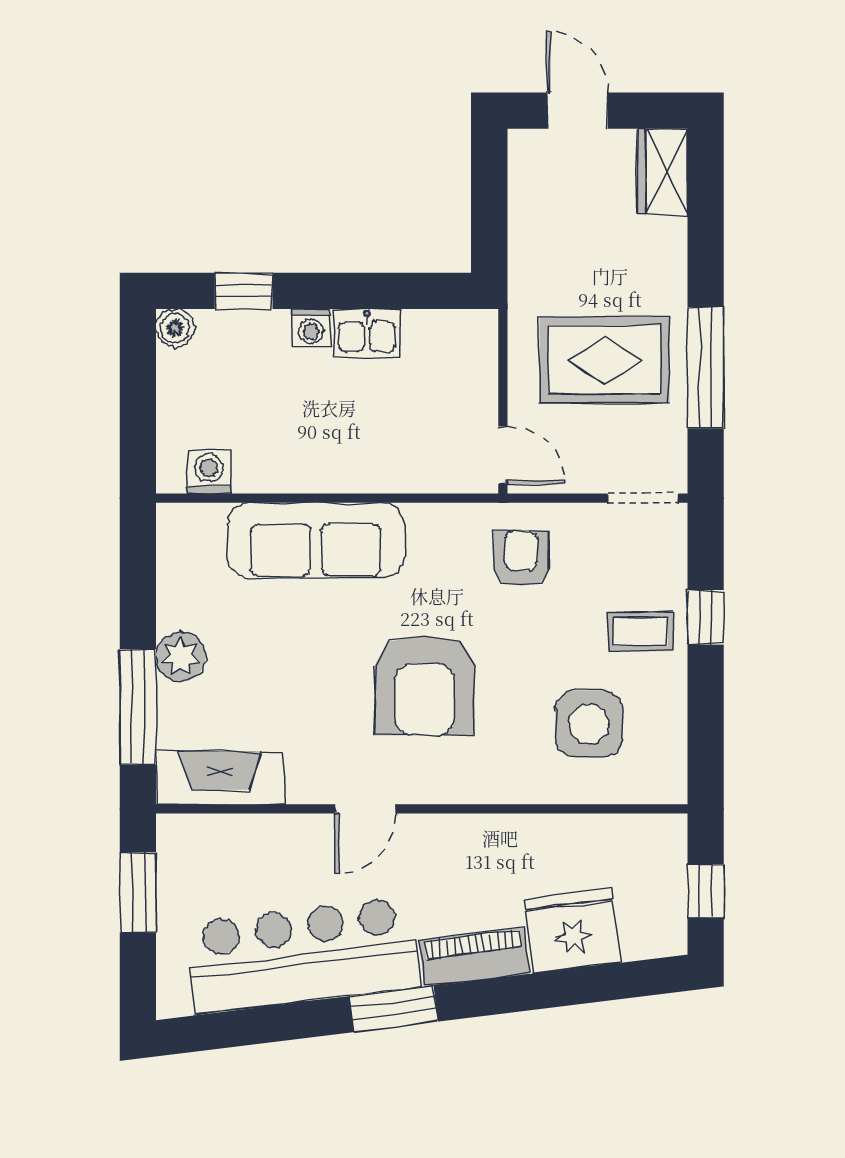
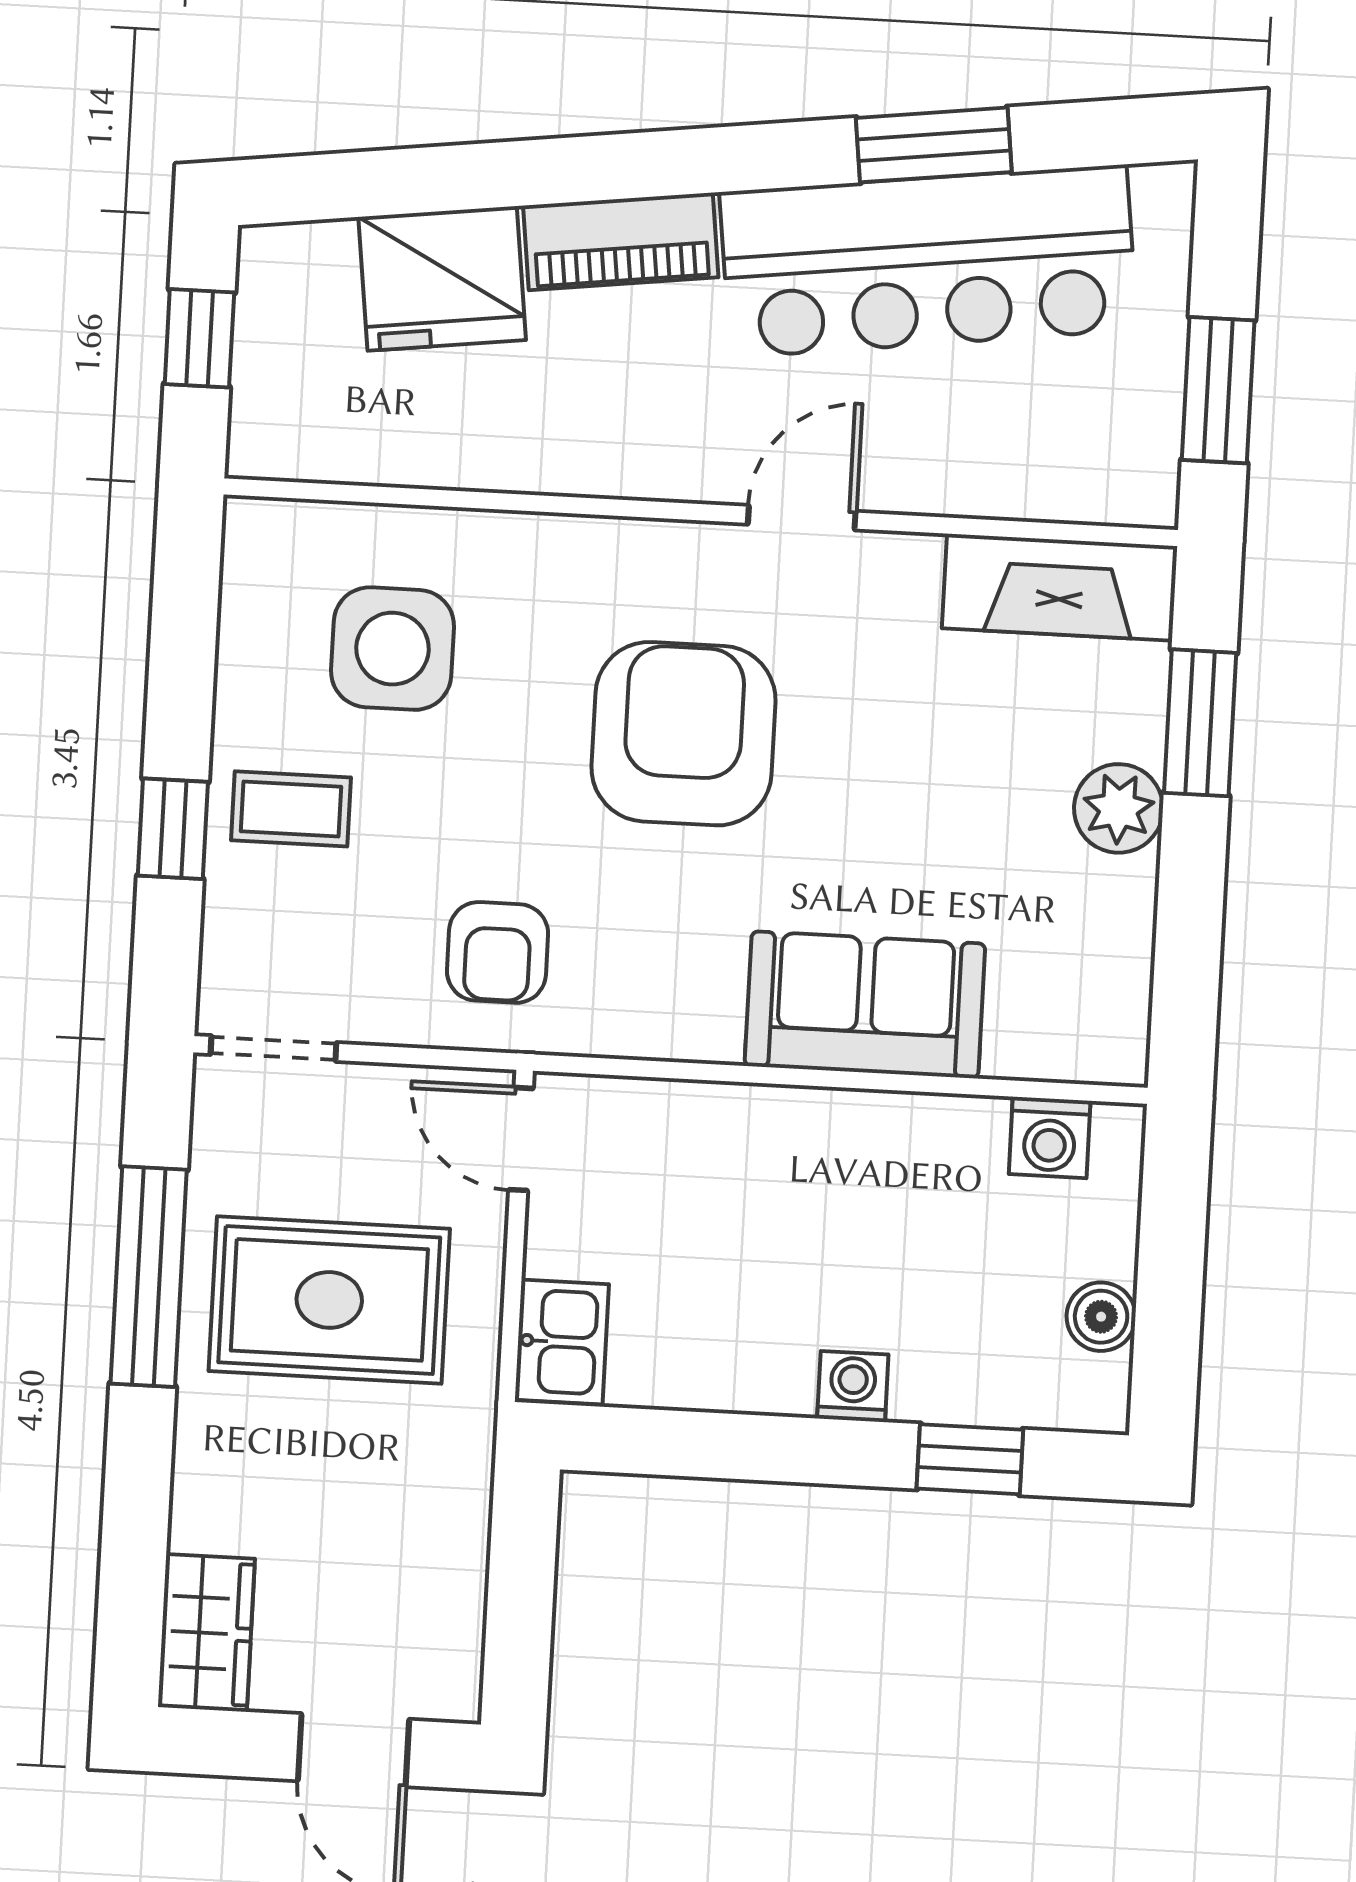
boiler: (175, 328) -> (1101, 1317), moved
kitchen sink: (367, 333) -> (562, 1342), moved, turned 90
sofa: (316, 540) -> (865, 1005), width x0.73
window: (138, 707) -> (1200, 723), width x0.69
window: (394, 1009) -> (934, 145), moved

